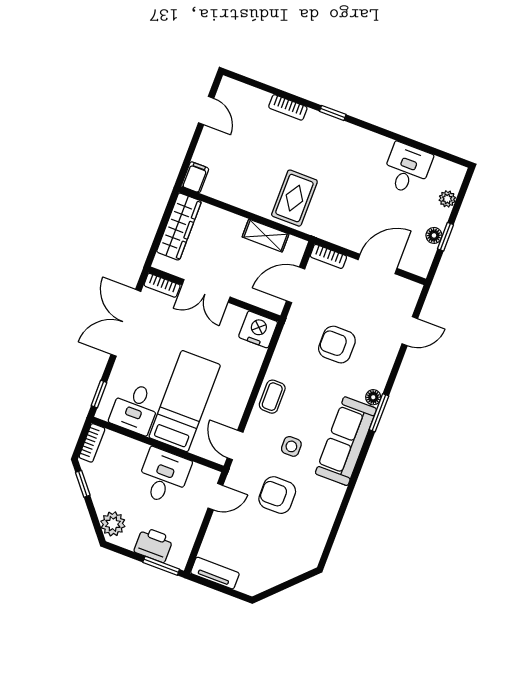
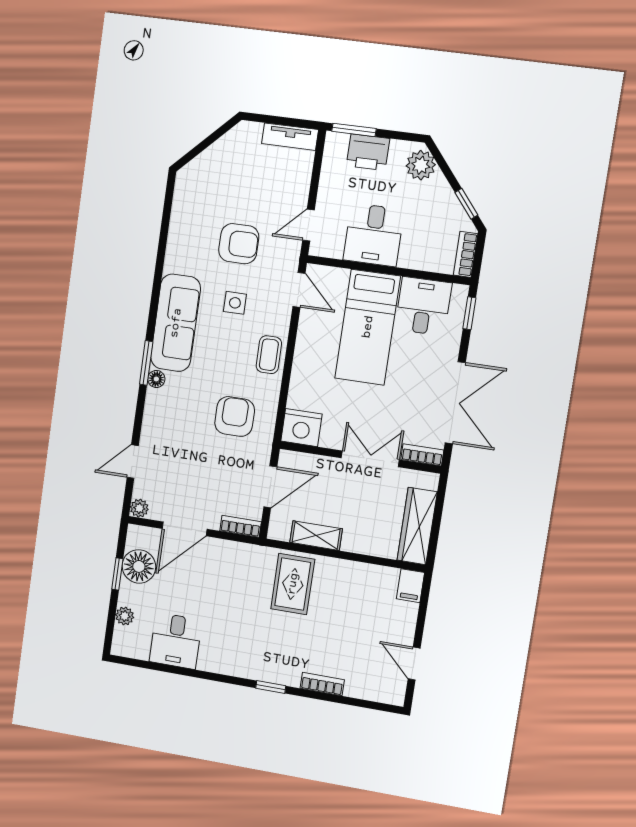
floor lamp: (434, 235) -> (139, 566), width x1.89, depth x1.89
plant: (413, 290) -> (139, 508), added
armchair: (337, 345) -> (235, 416), moved, turned -90

